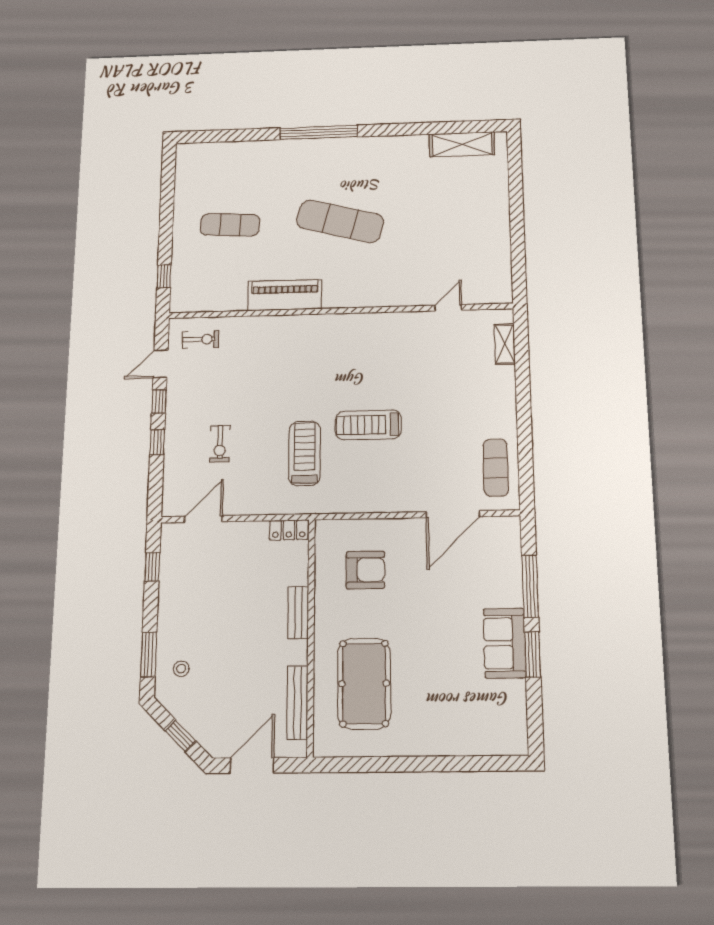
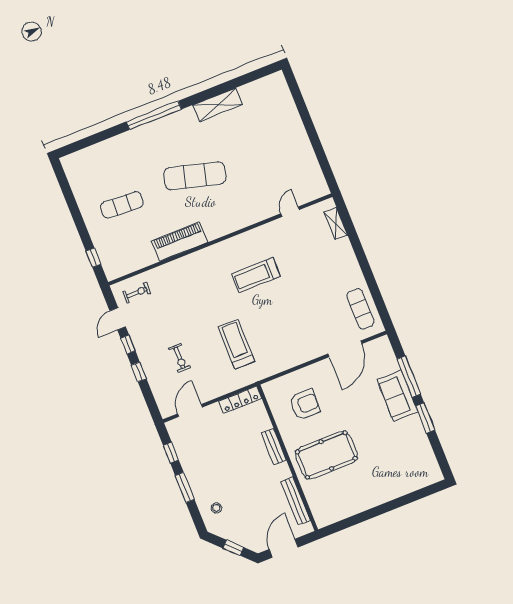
shelving: (462, 144) -> (218, 105), moved
treadmill: (368, 425) -> (256, 275), moved
locker: (289, 530) -> (240, 400), width x1.53
sofa: (505, 643) -> (397, 396), moved
window: (149, 655) -> (185, 487), moved
pool table: (364, 683) -> (326, 455), moved, turned 90

